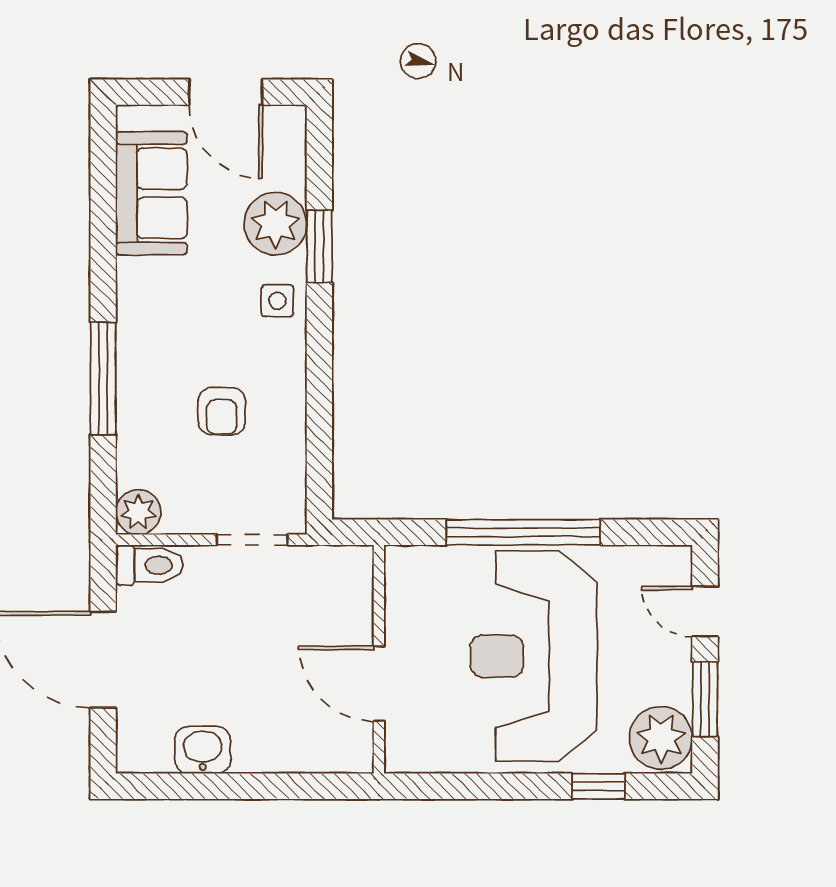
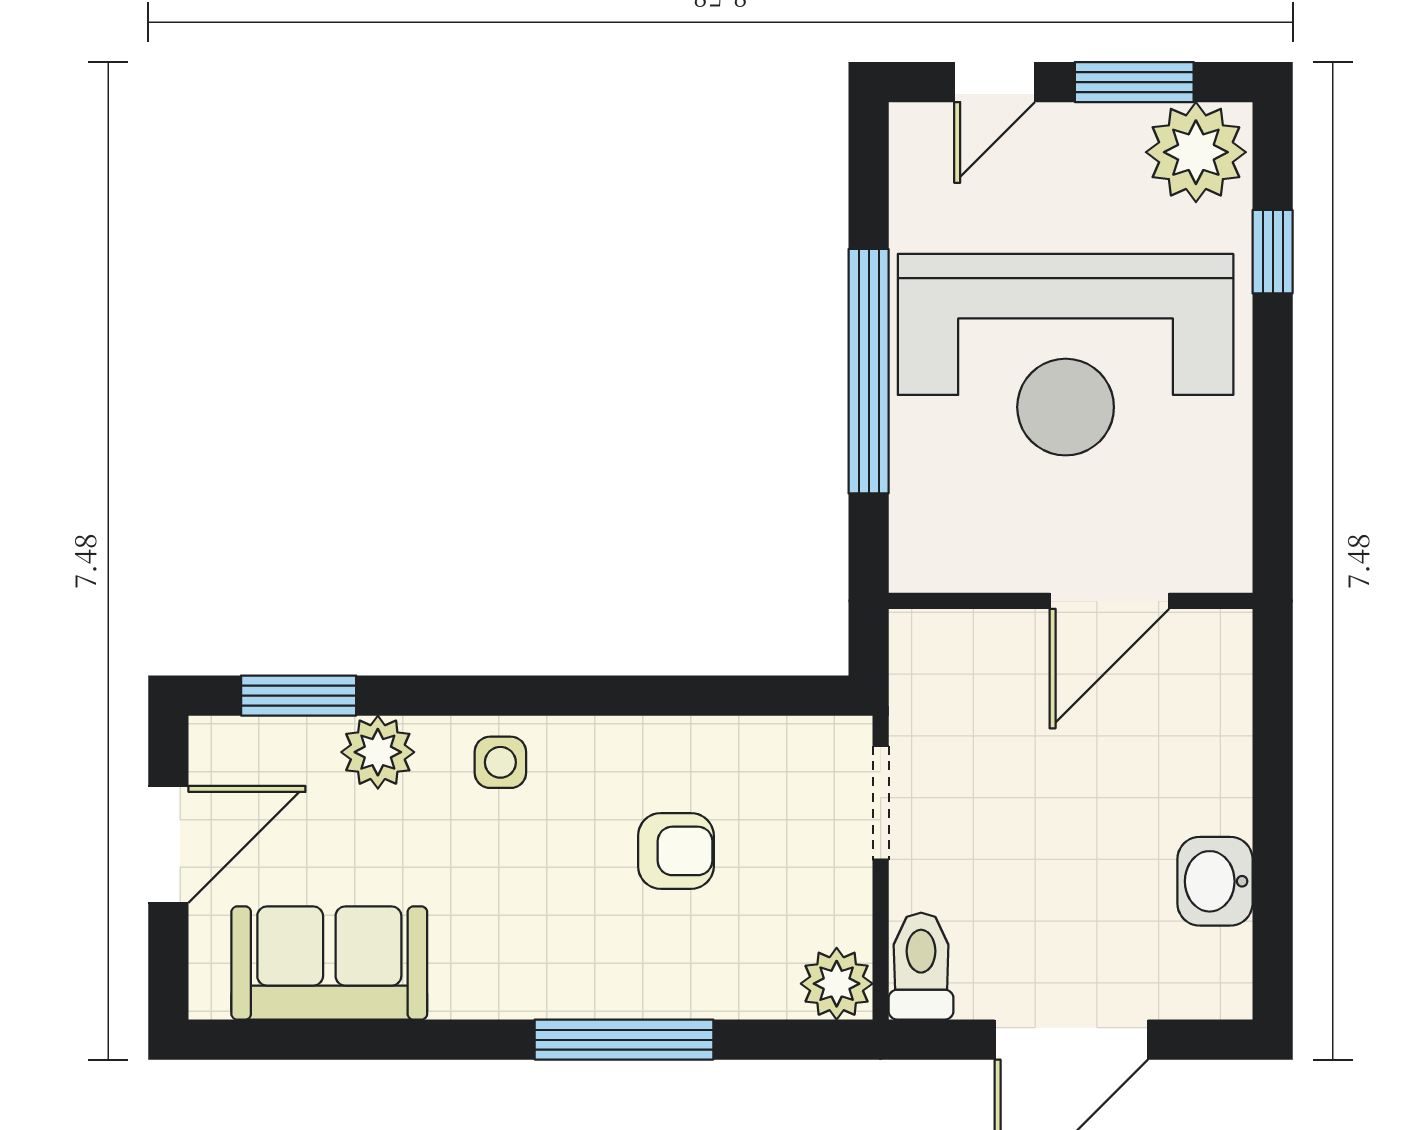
plant: (275, 224) -> (378, 752), width x0.73, depth x0.73
window: (319, 246) -> (299, 696), moved

